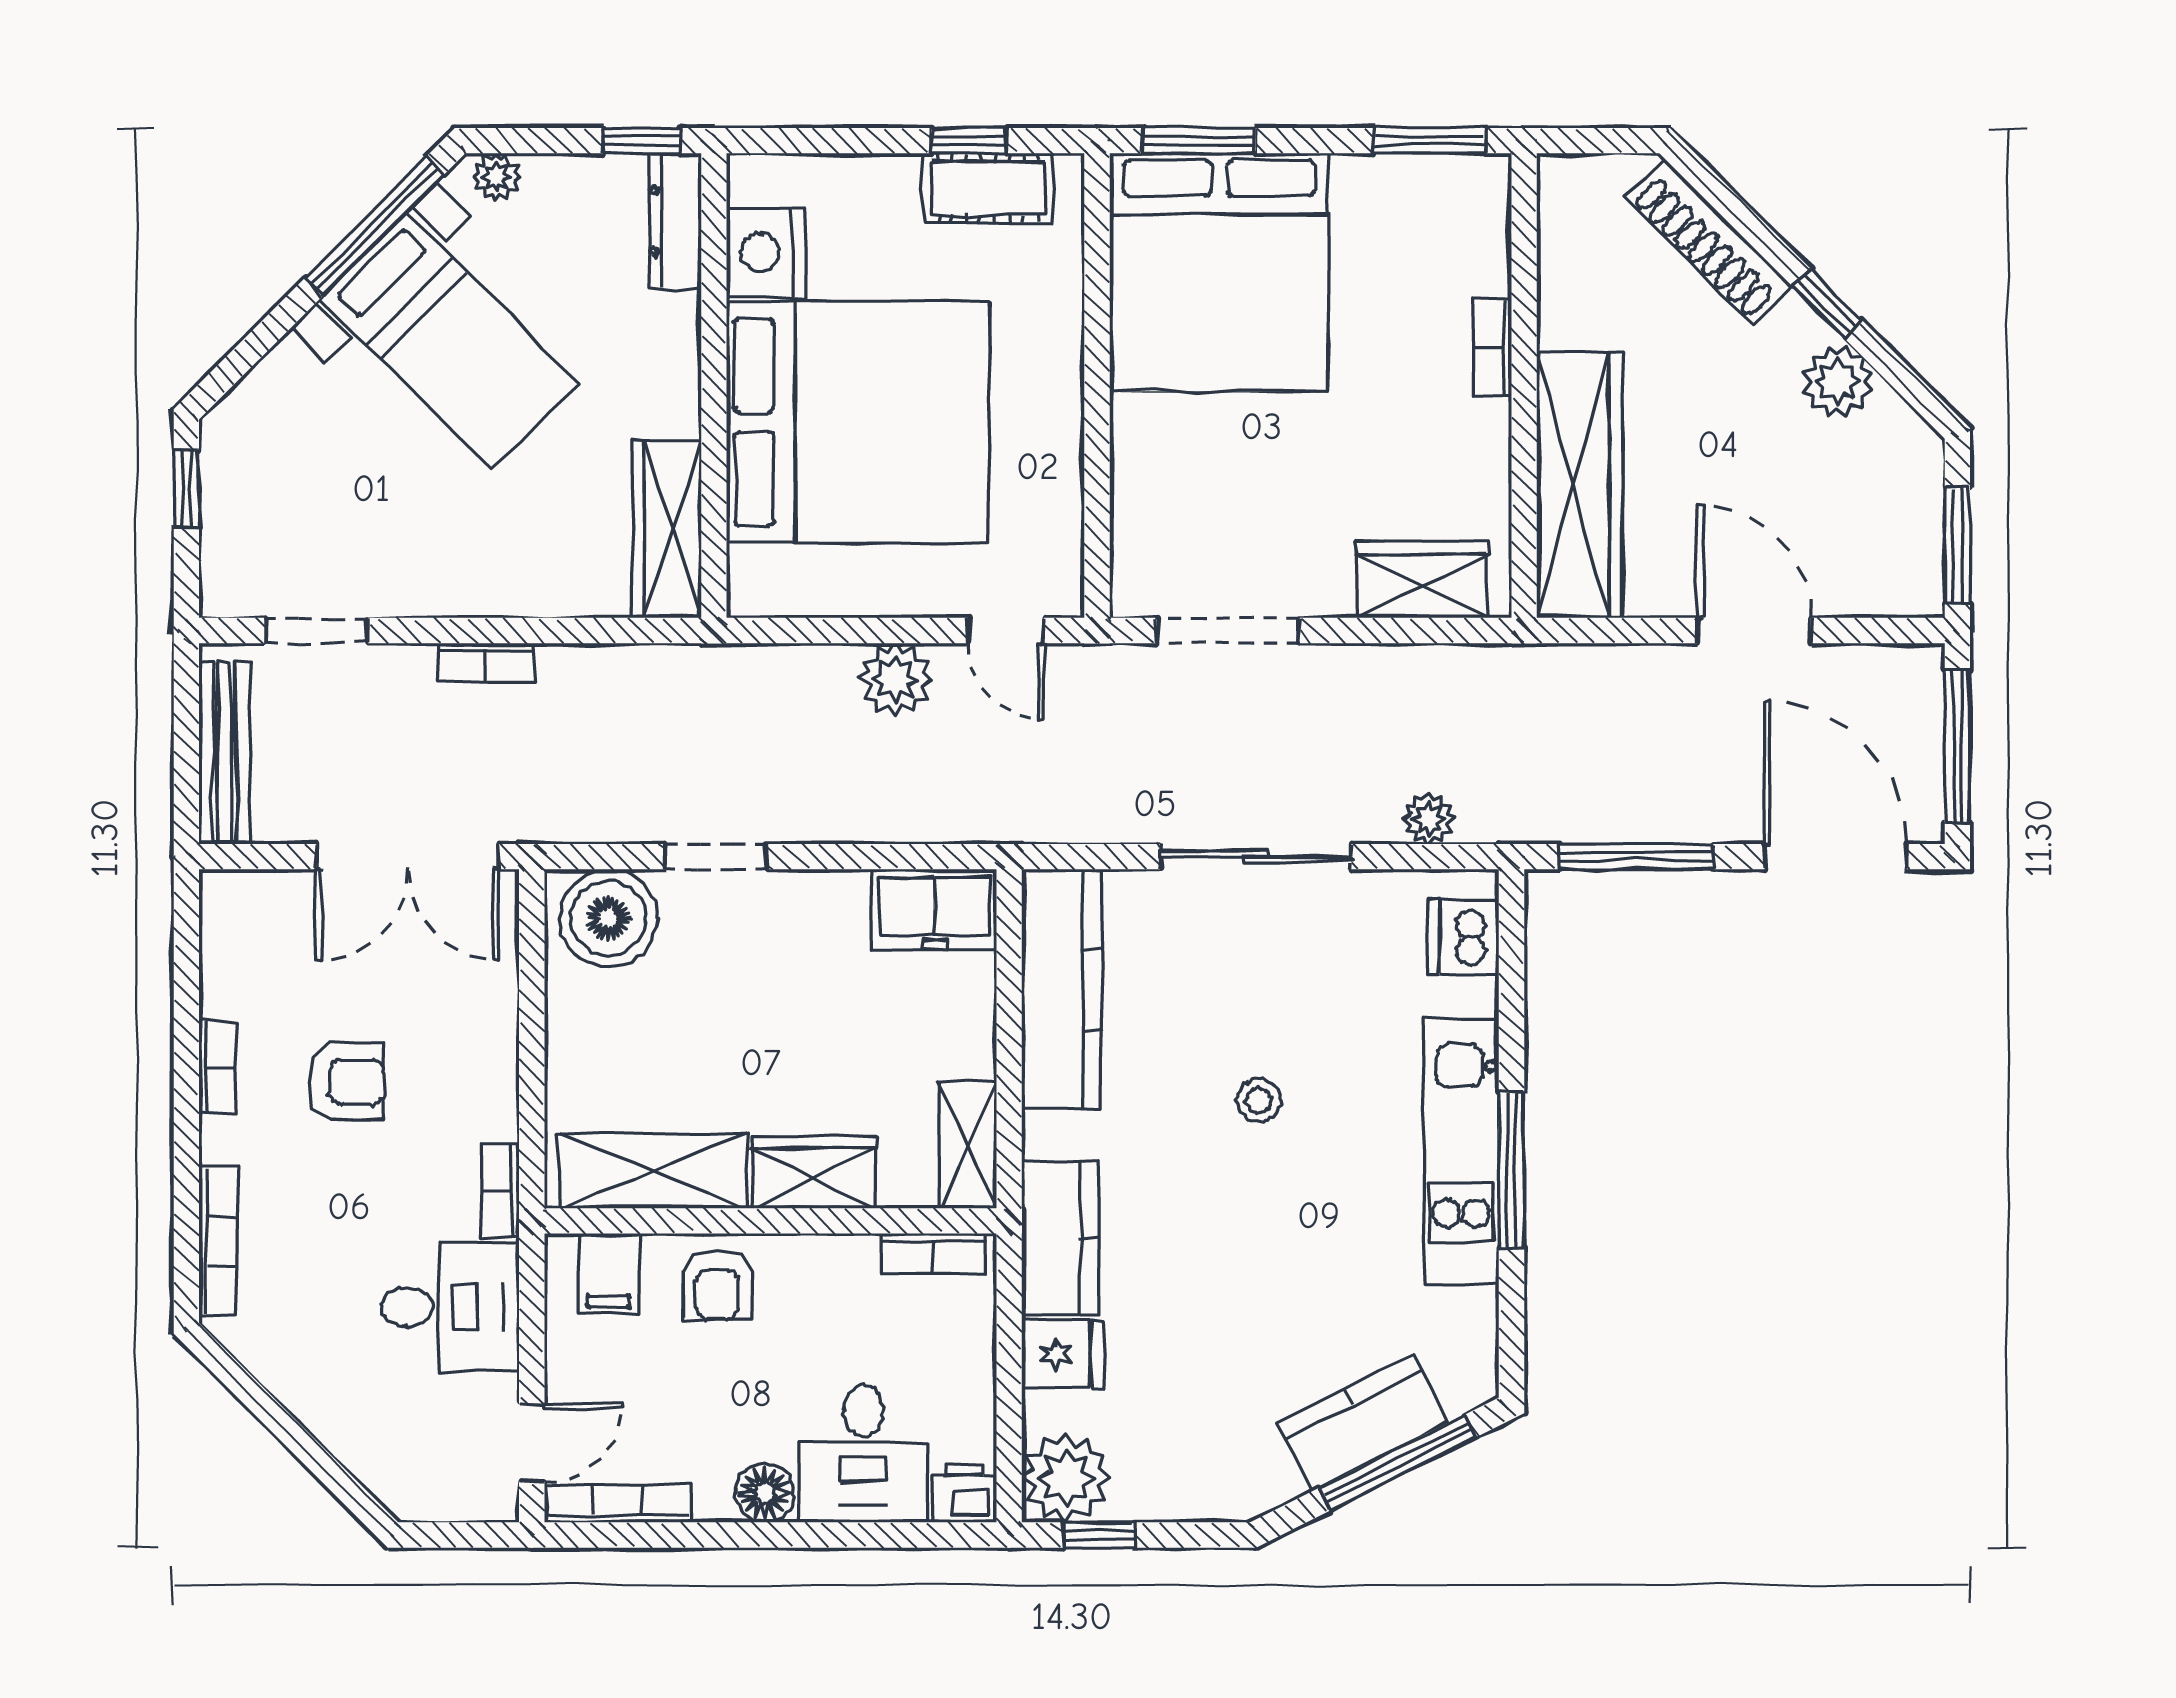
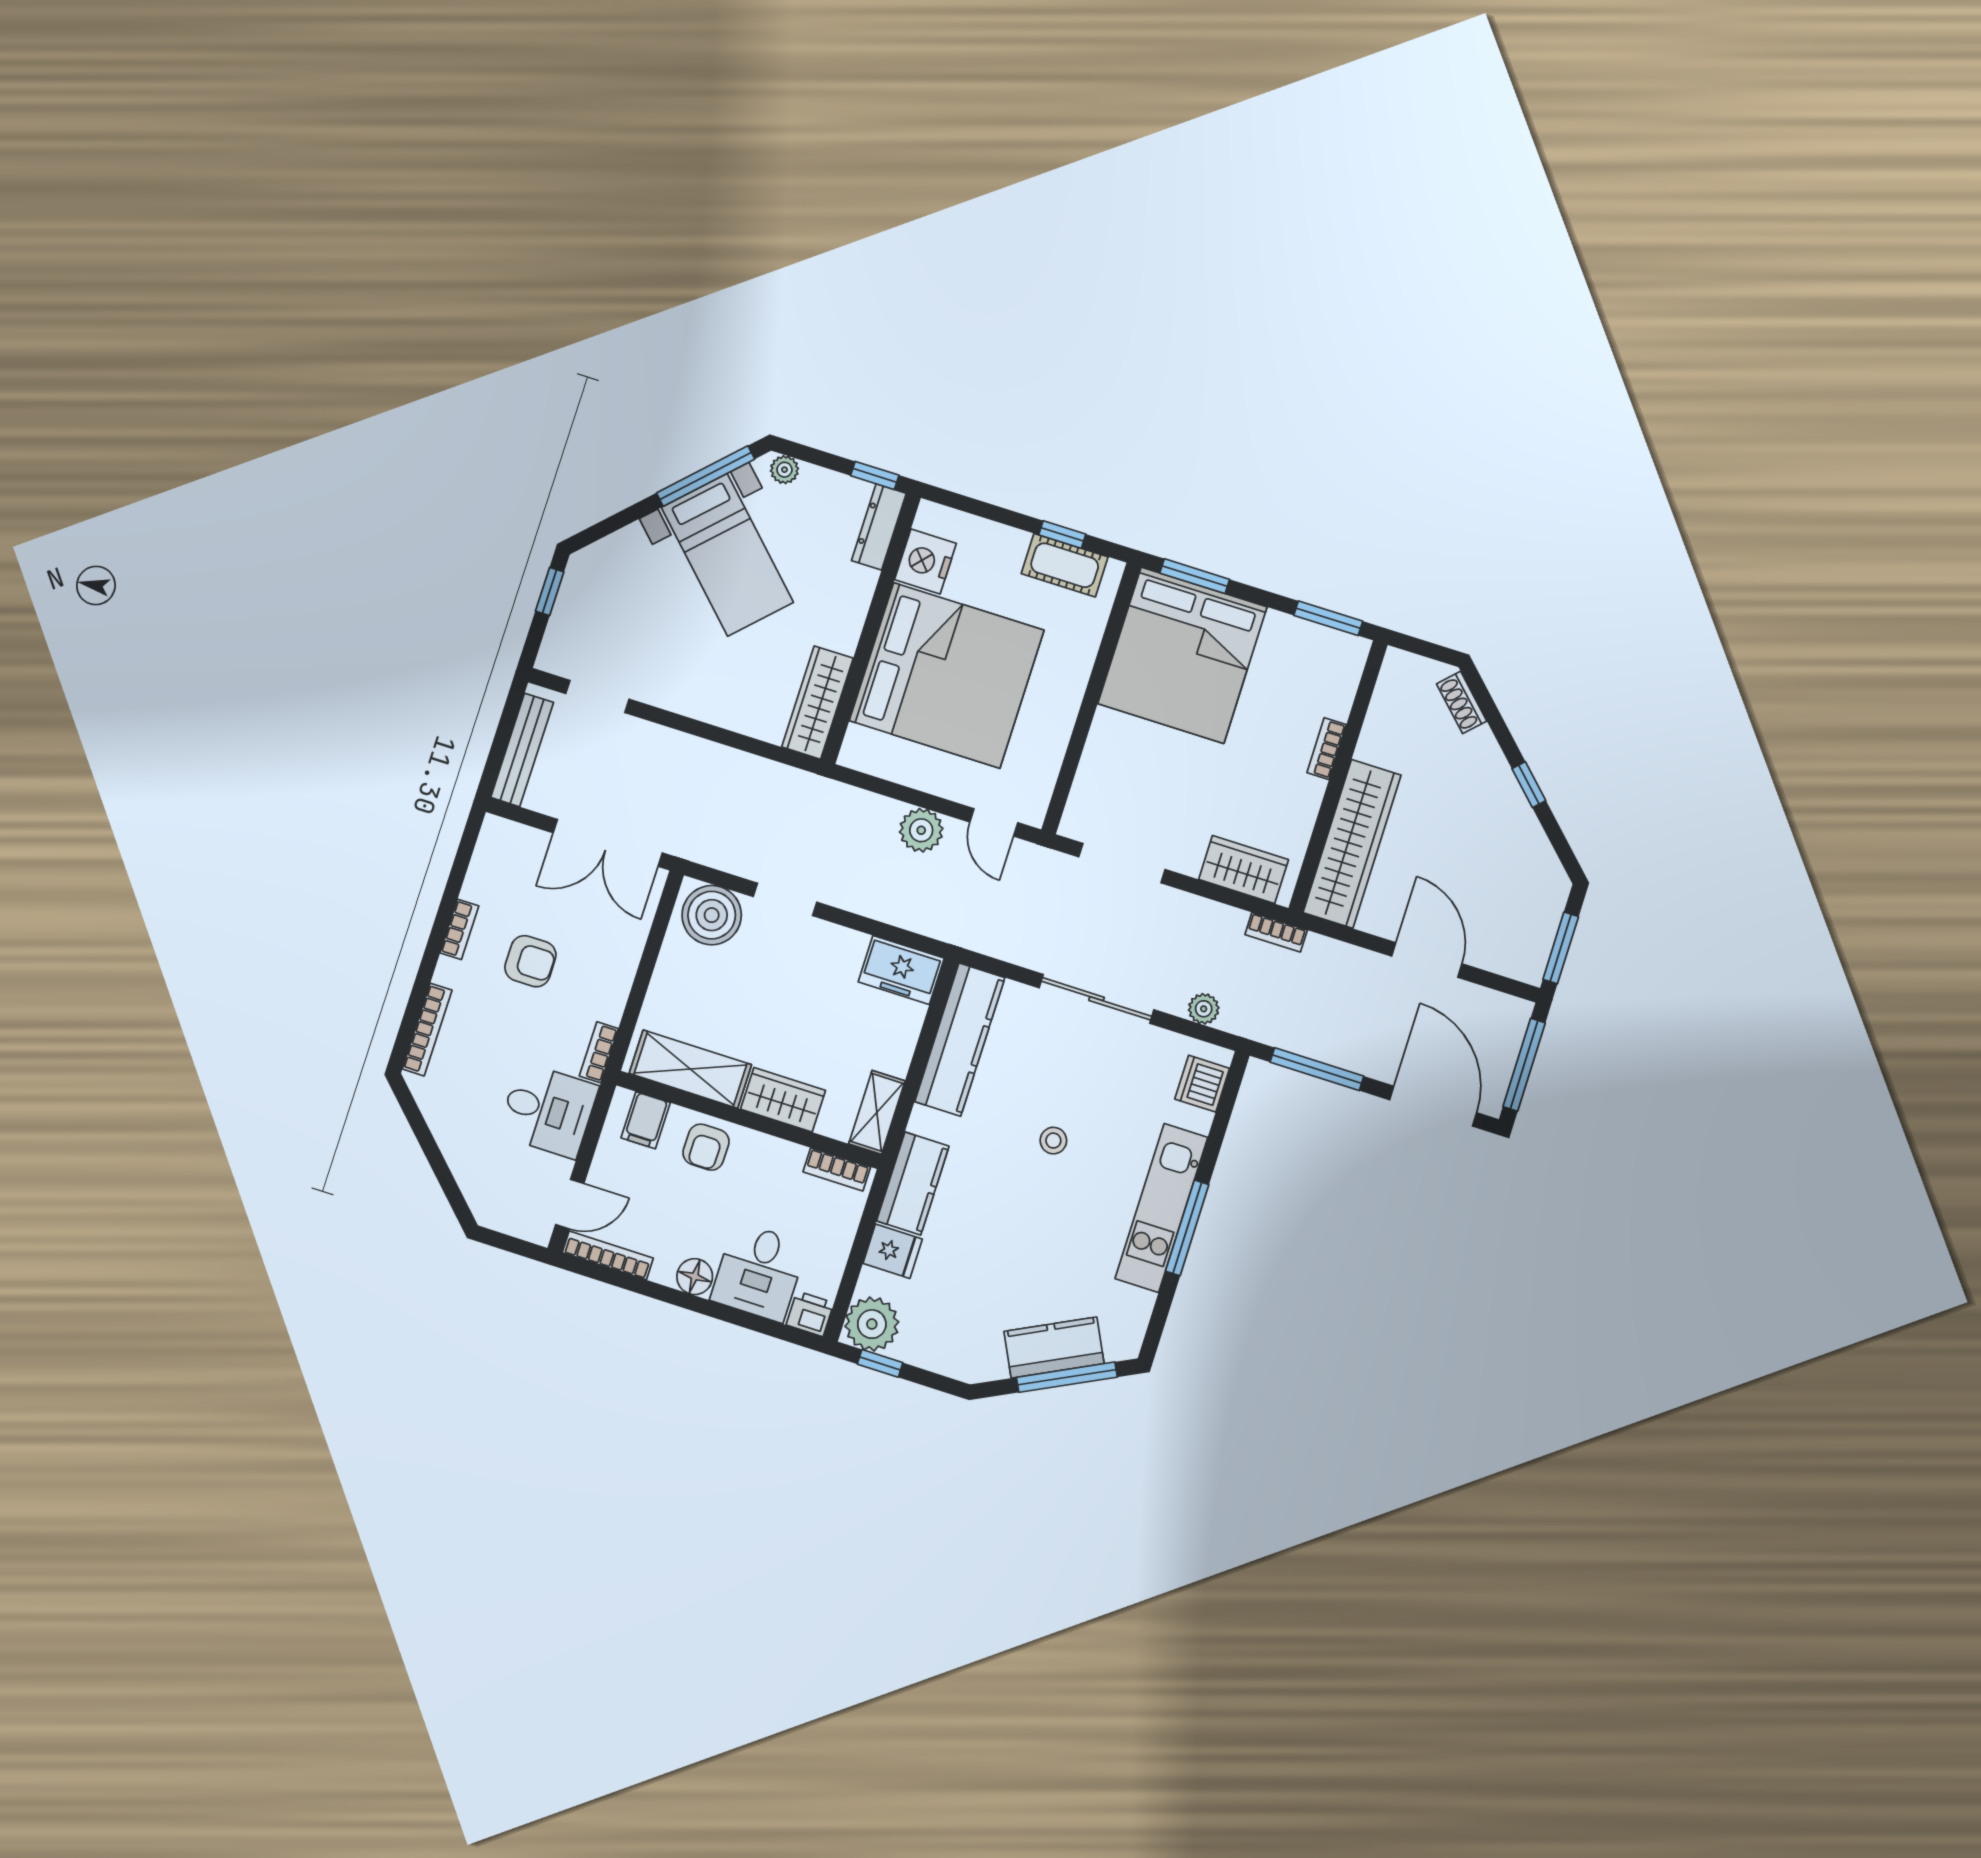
shoe rack: (1709, 242) -> (1462, 702), width x0.51, depth x0.81
plant: (1838, 382) -> (1521, 831), removed
bookcase: (486, 662) -> (1276, 932), moved

